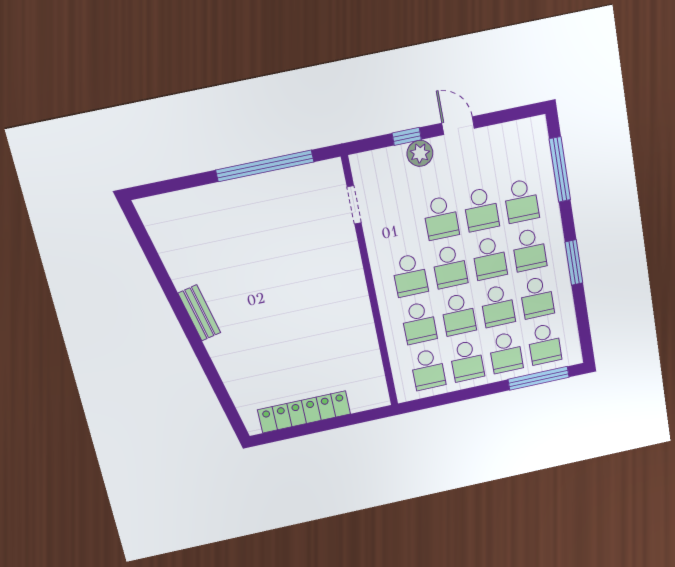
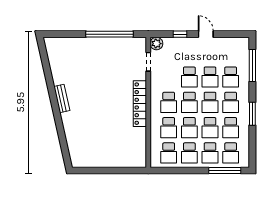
plant: (420, 153) -> (156, 44), moved
locker: (304, 412) -> (140, 104), moved, turned -90

